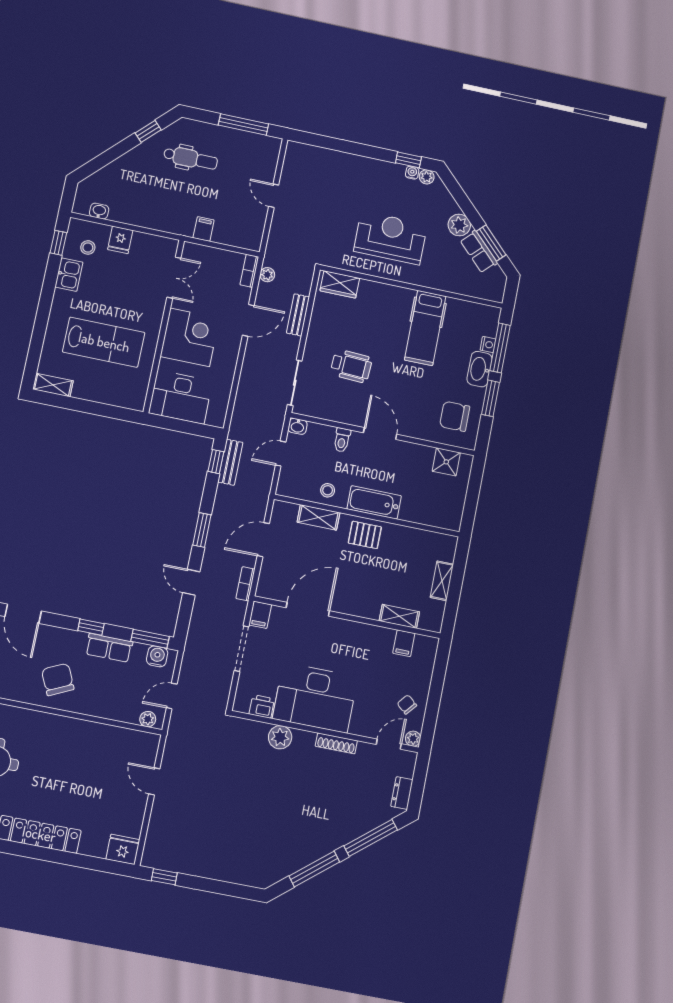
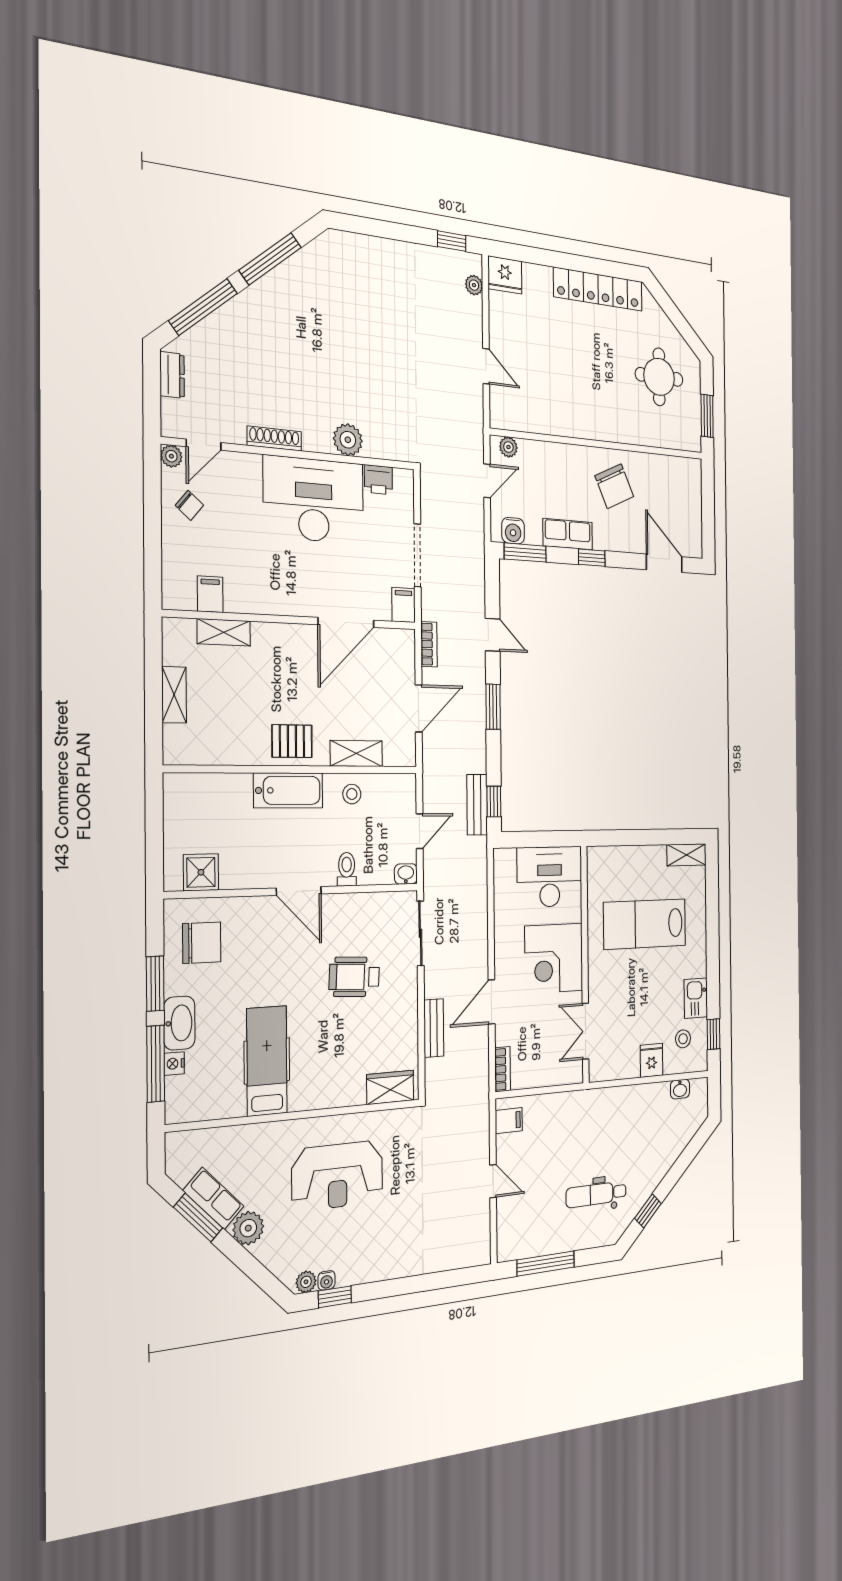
filing cabinet: (204, 229) -> (509, 1121), moved, turned -90
plant: (267, 275) -> (474, 285), moved

